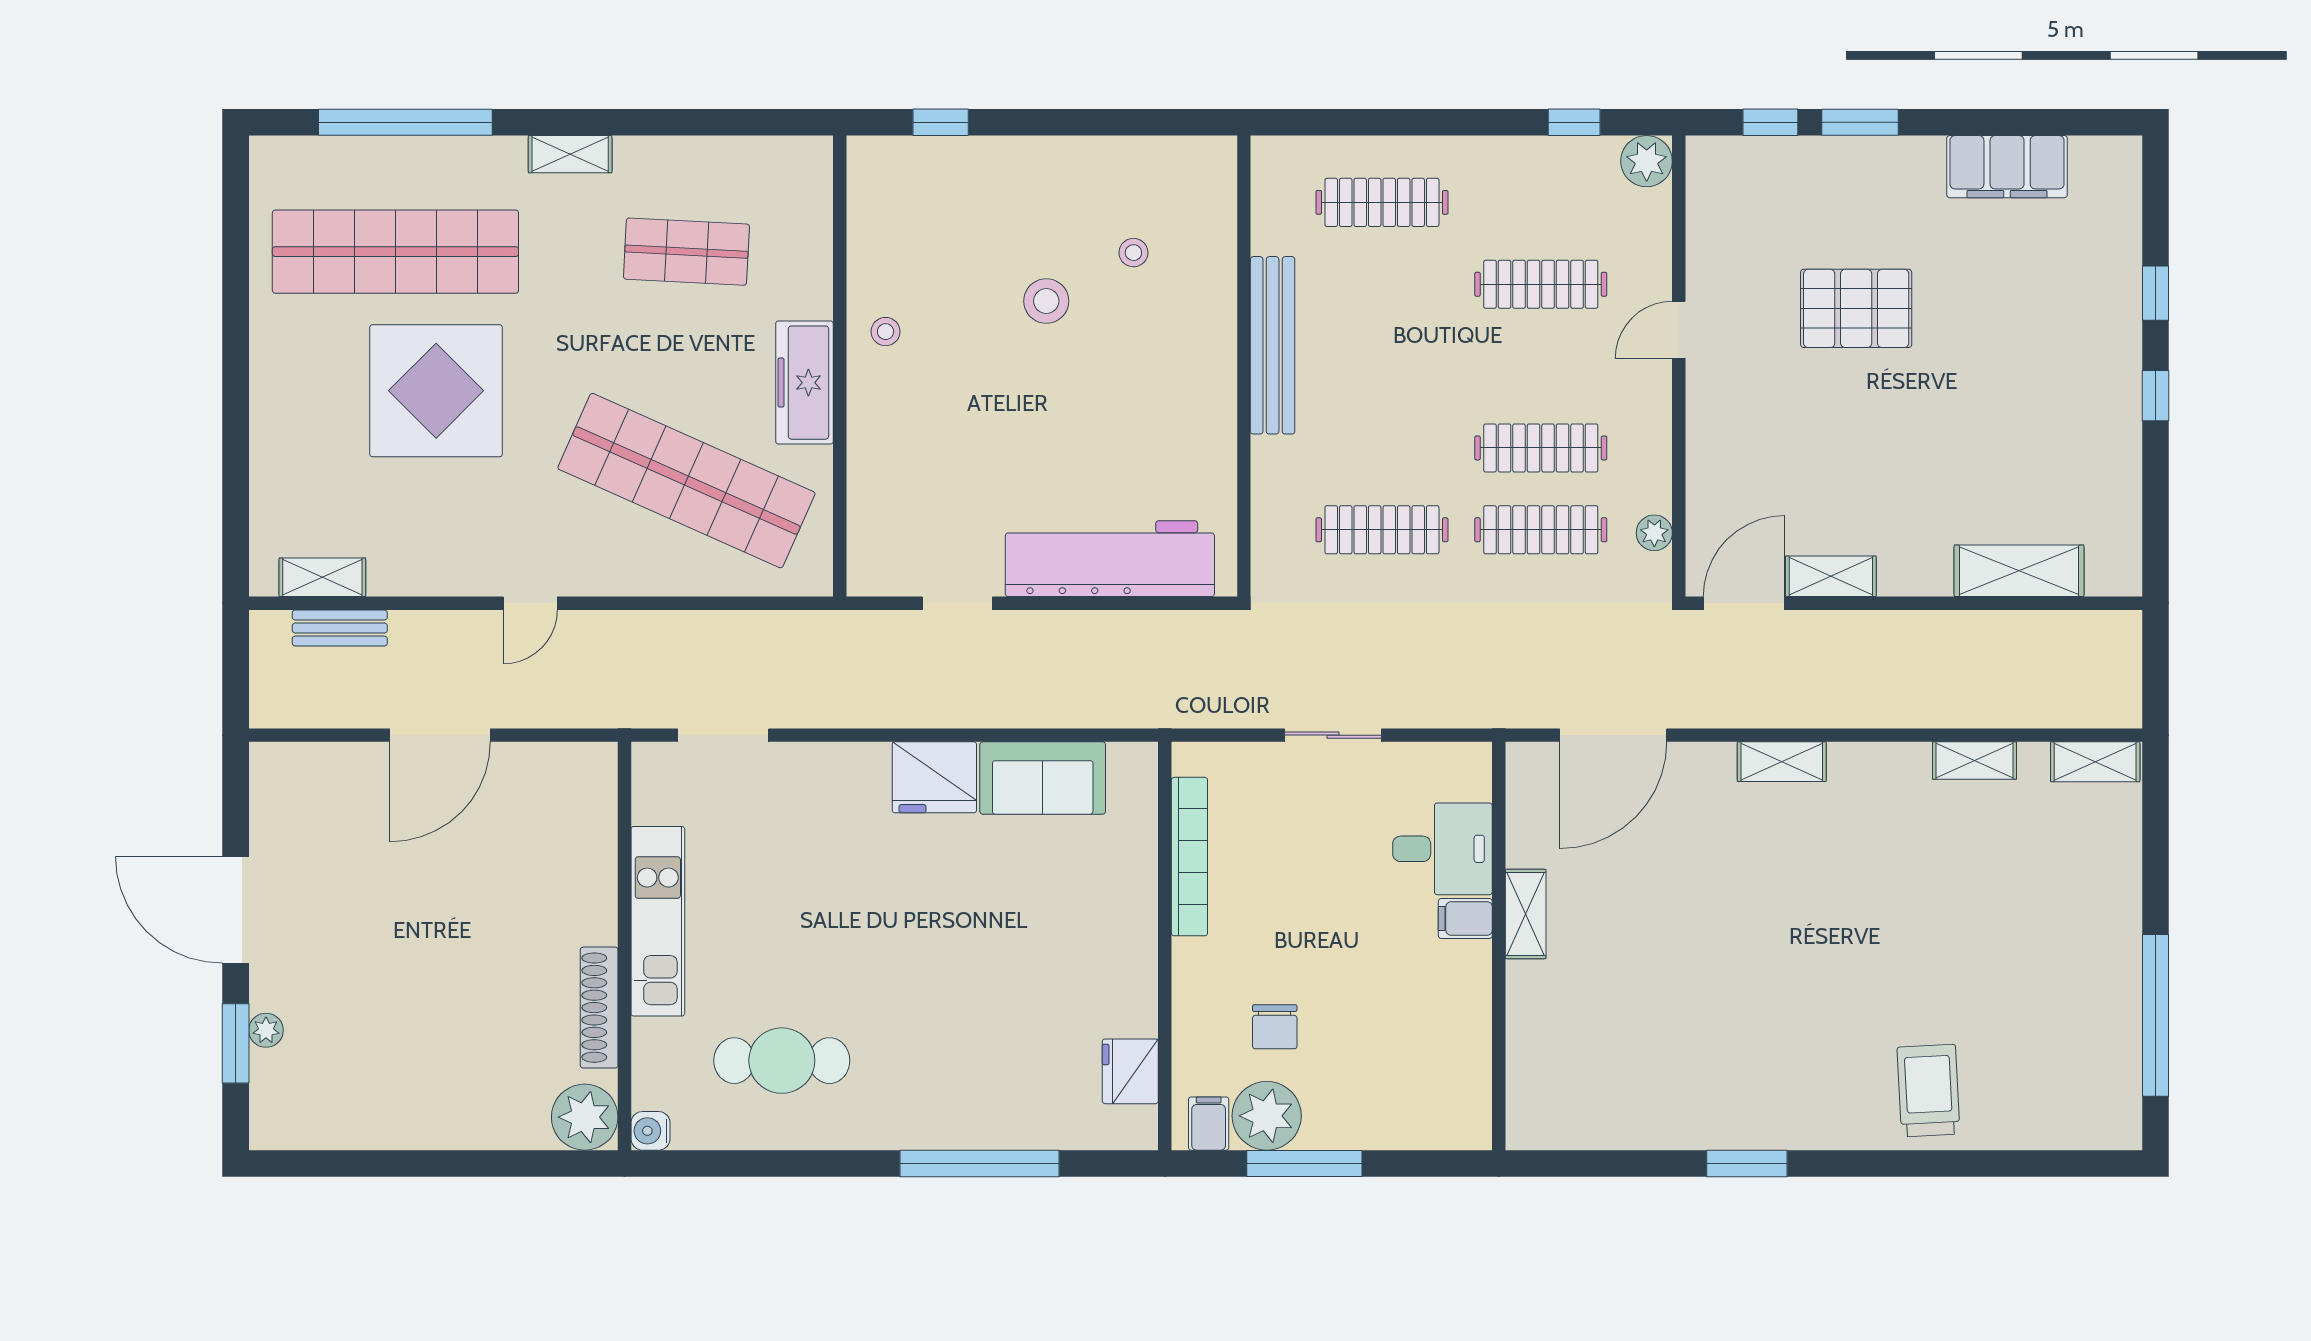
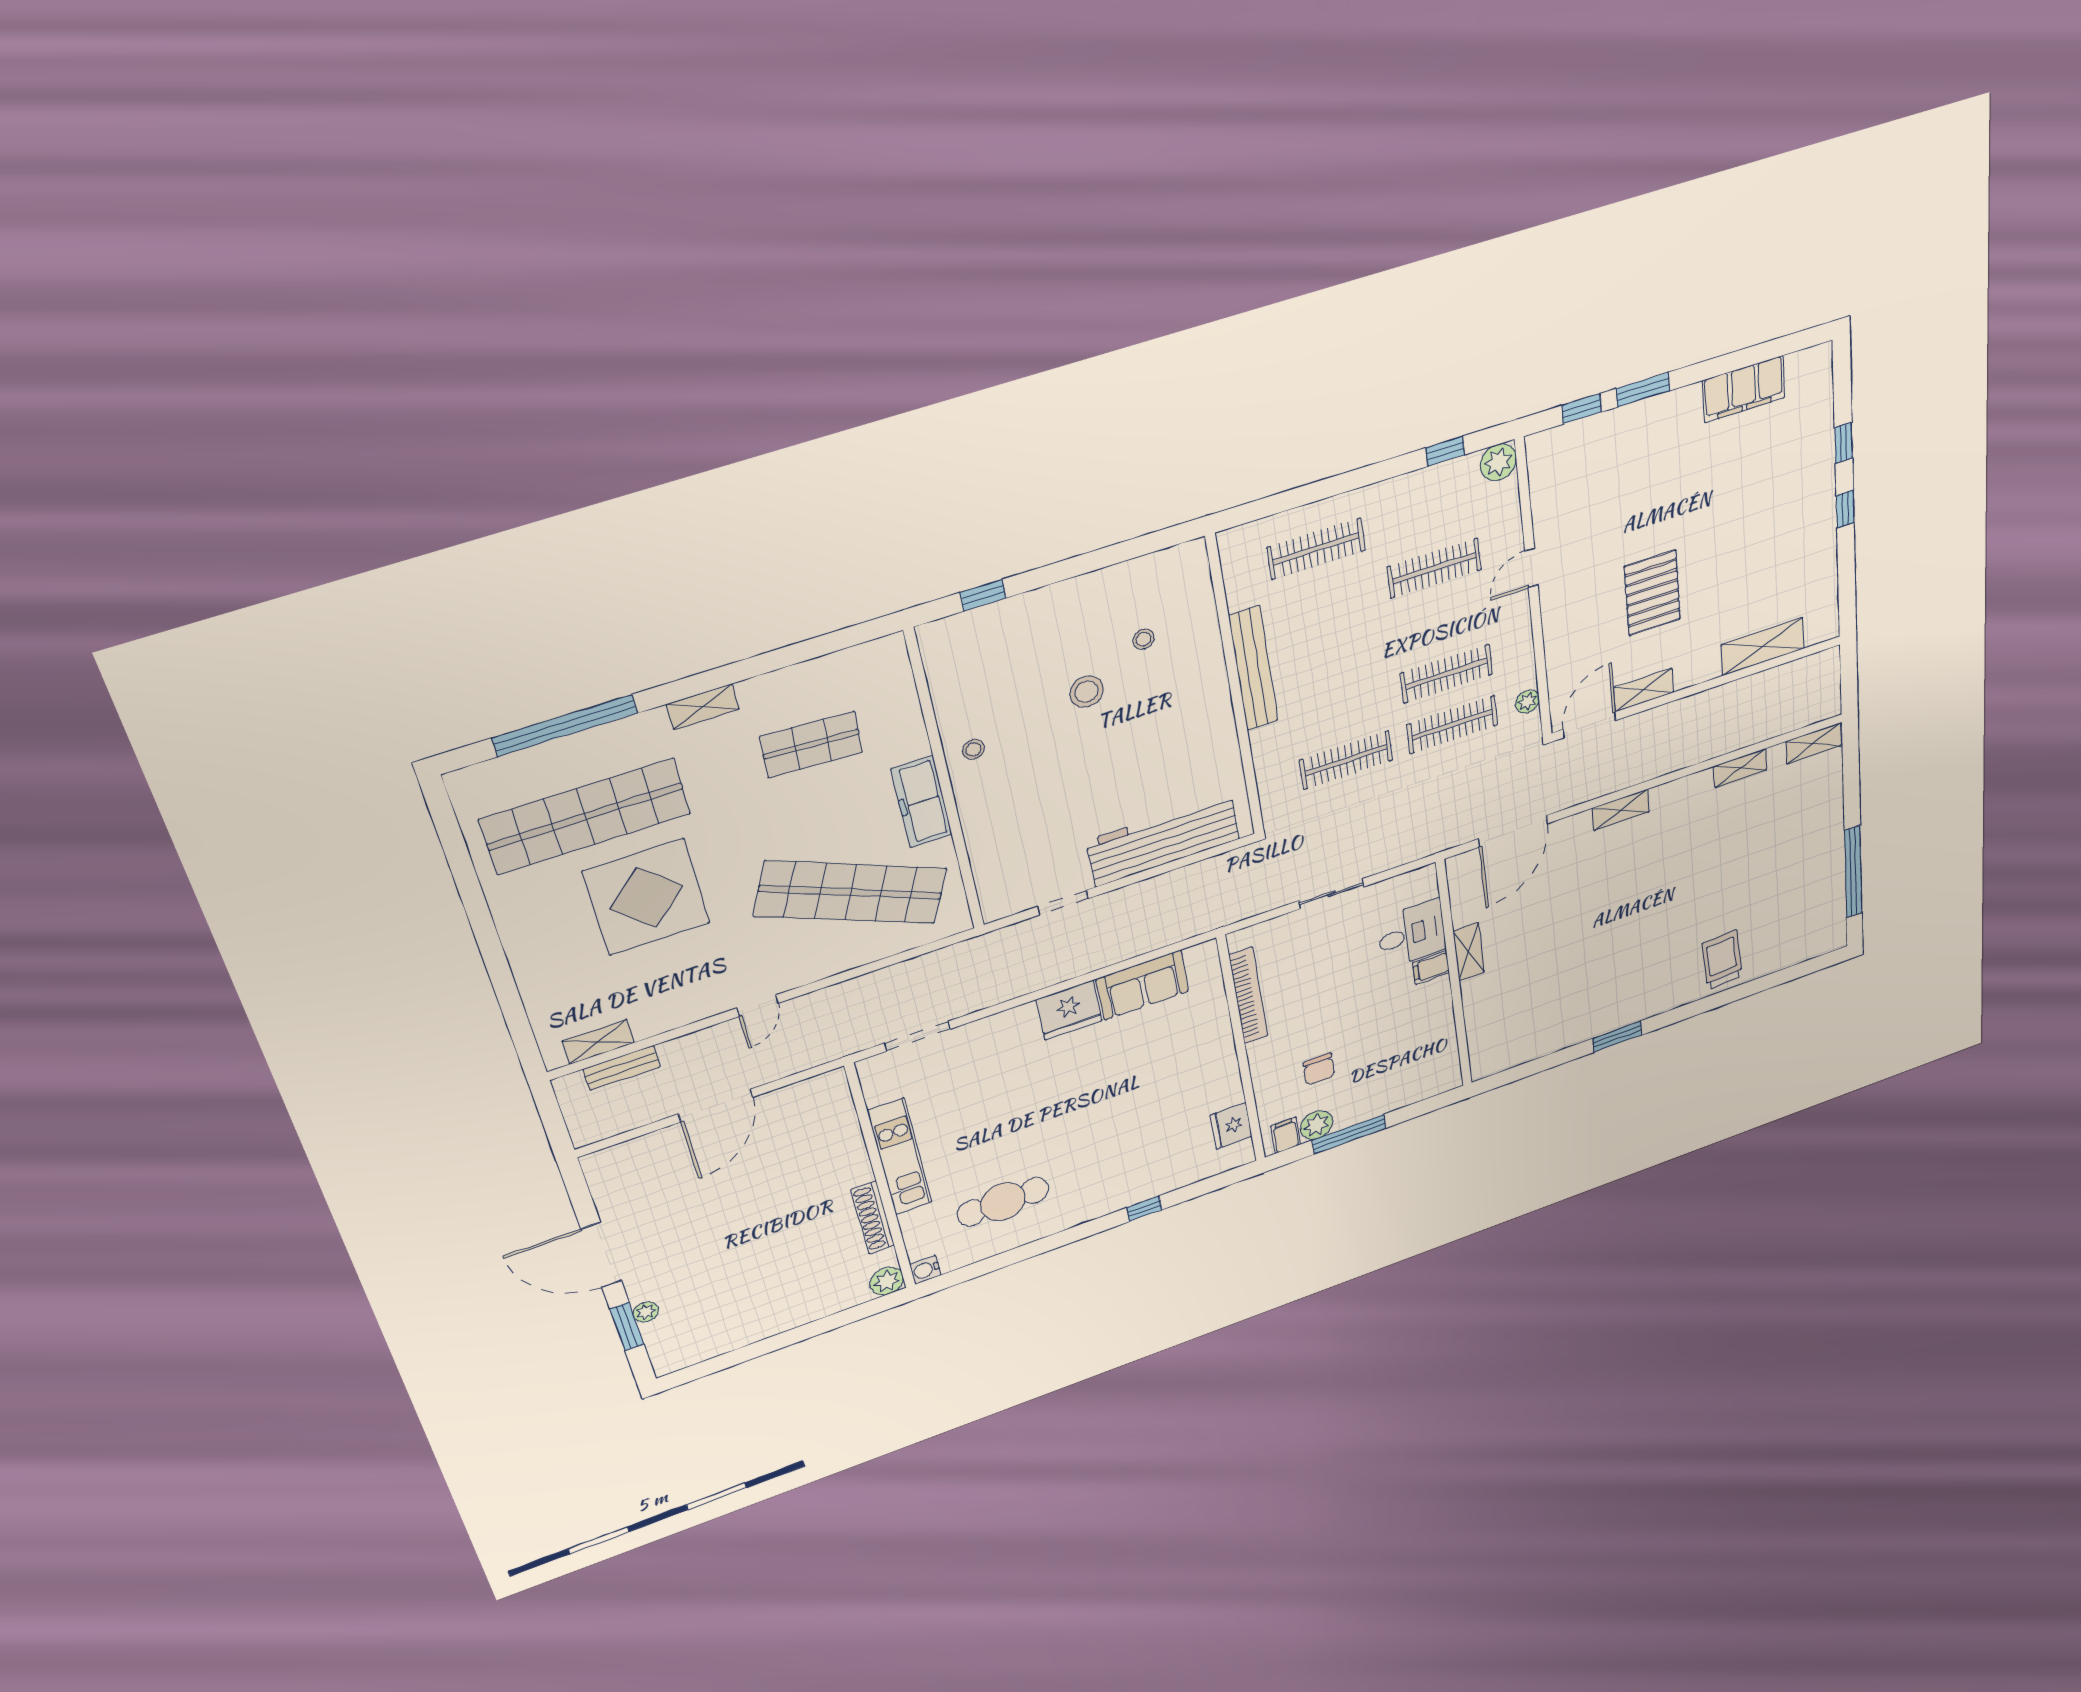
pallet: (1856, 308) -> (1652, 593), moved, turned 90
plant: (1267, 1116) -> (1316, 1125), width x0.73, depth x0.73
plant: (585, 1117) -> (887, 1281), width x0.73, depth x0.73
window: (980, 1163) -> (1144, 1209), width x0.32

